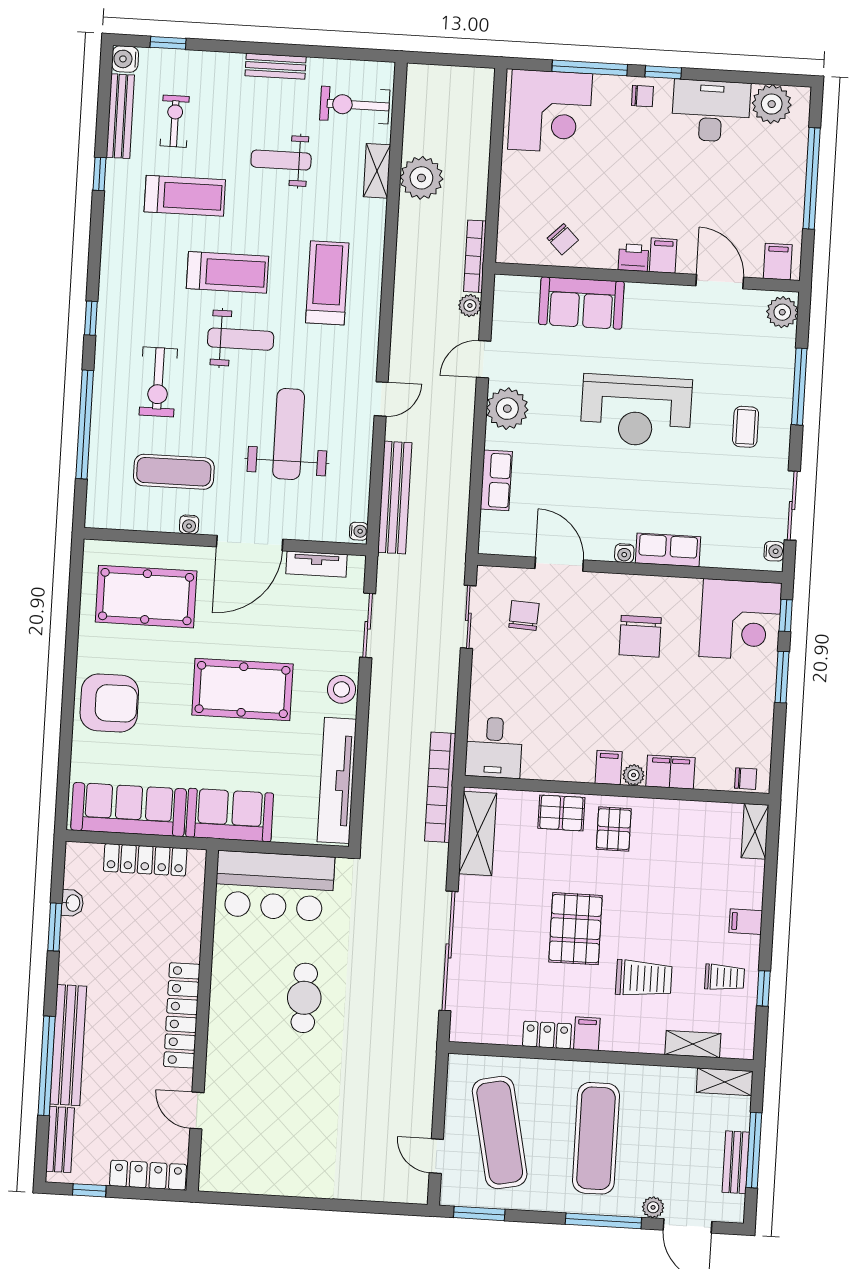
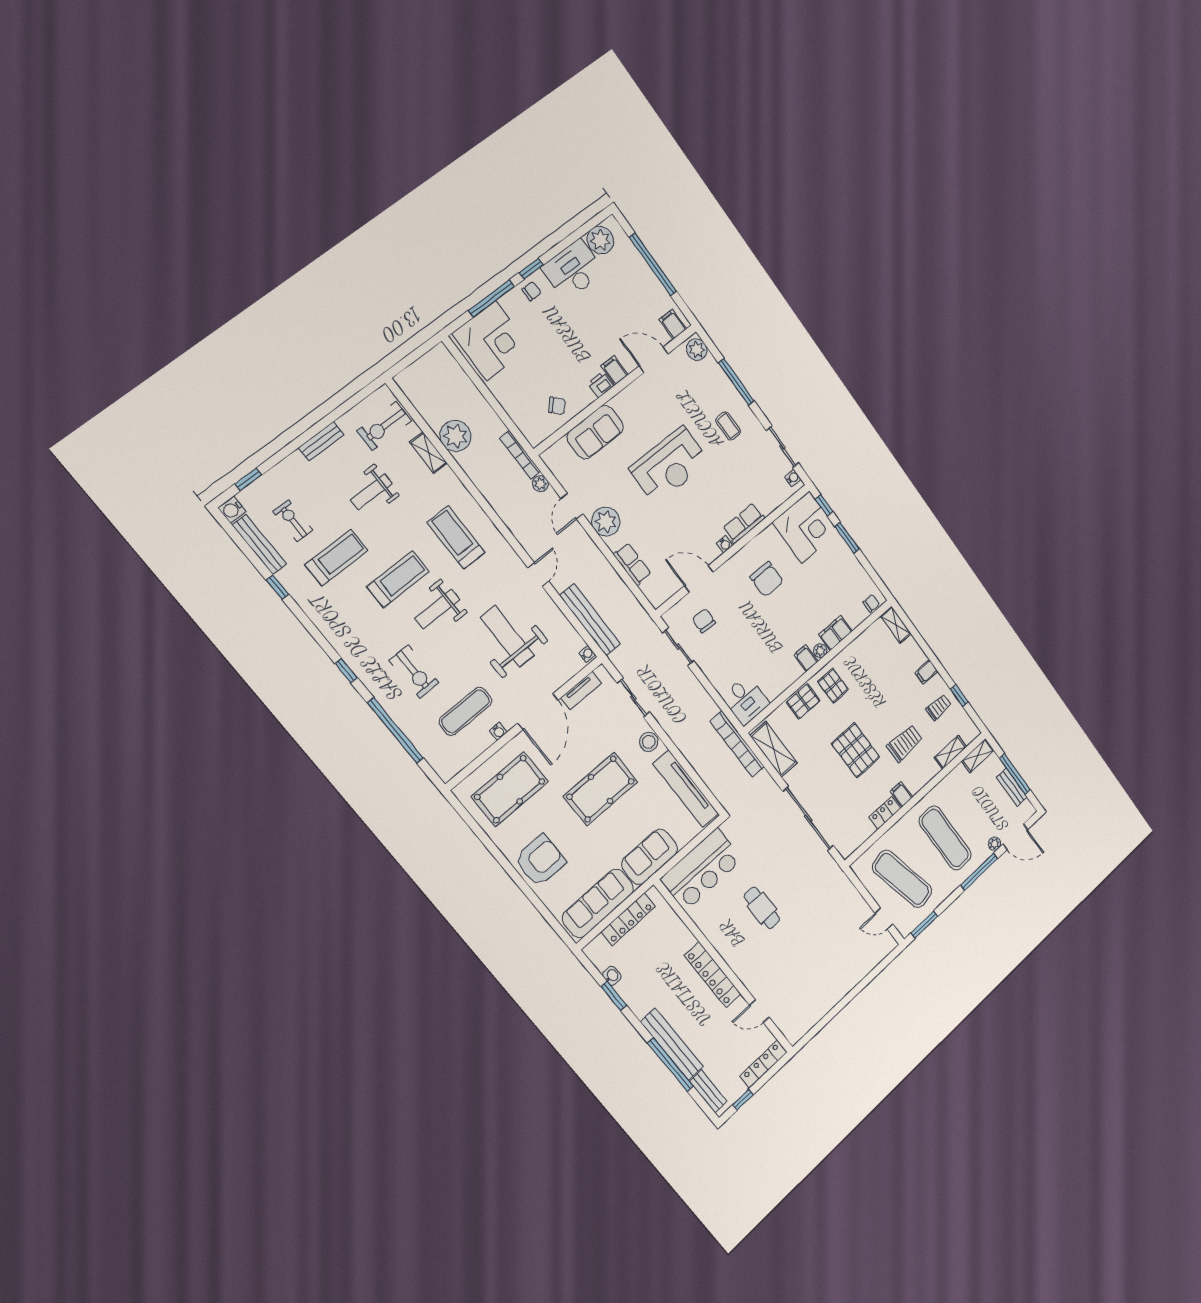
weight bench: (241, 339) -> (437, 609), turned 180

